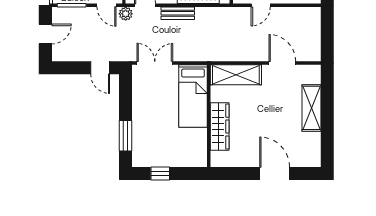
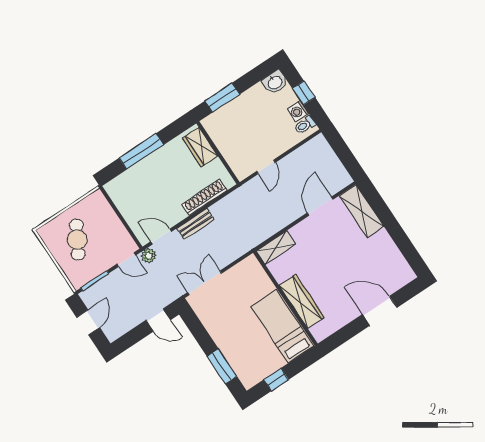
door: (282, 63) -> (320, 206), hinge flipped
shelving: (236, 75) -> (276, 248), width x0.67, depth x0.75
bed: (193, 96) -> (282, 326), moved, turned 180
shelving: (312, 108) -> (362, 211), moved

